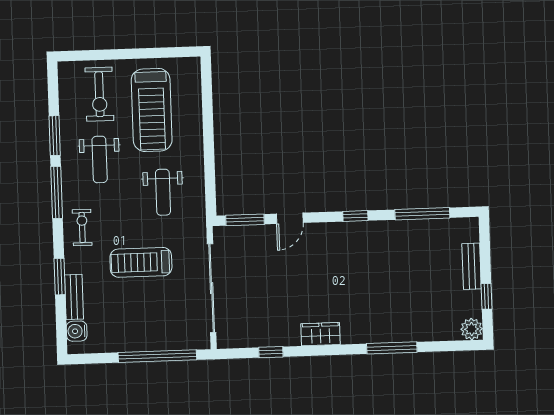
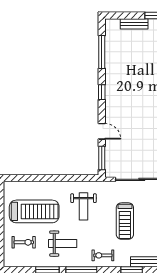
exercise bike: (99, 94) -> (24, 242), width x0.73, depth x0.72
weight bench: (163, 192) -> (84, 206), turned 90

